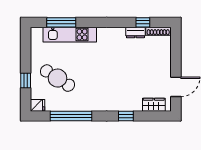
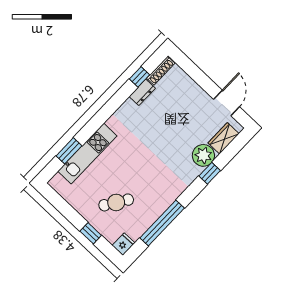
window: (61, 22) -> (69, 151), width x0.69
cafe table: (57, 78) -> (116, 202), width x0.73, depth x0.74
plant: (133, 103) -> (203, 155), added

